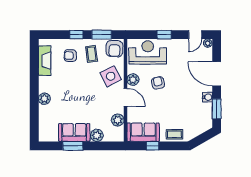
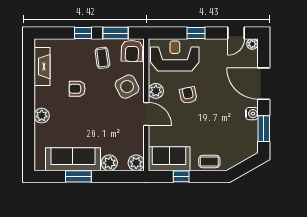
armchair: (70, 56) -> (77, 89), moved
plant: (118, 120) -> (136, 163), moved
sofa: (74, 132) -> (73, 159), width x1.36

